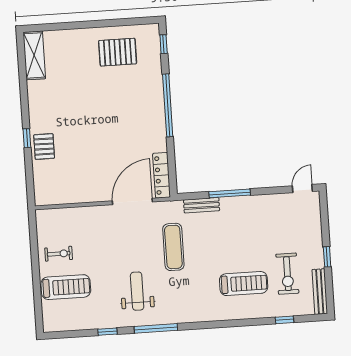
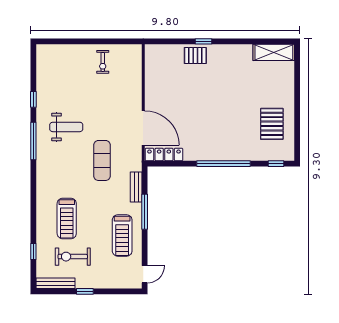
door: (302, 189) -> (145, 274), hinge flipped
exercise mat: (173, 247) -> (102, 160), turned 90
treadmill: (66, 287) -> (122, 235), moved

